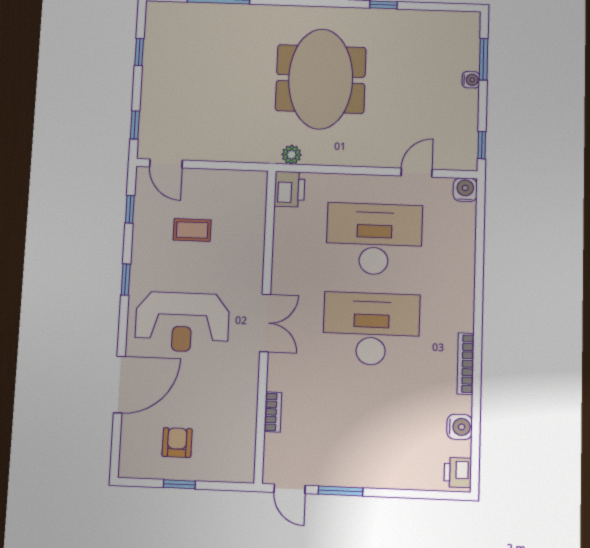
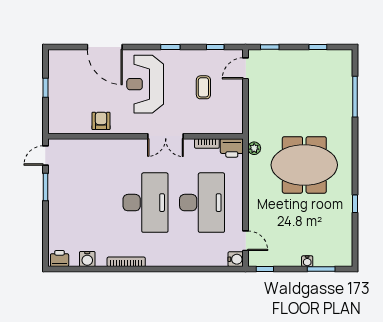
door: (417, 173) -> (246, 241), moved
double door: (265, 323) -> (166, 136), moved
bookcase: (273, 412) -> (207, 143), moved
armchair: (177, 443) -> (101, 121), moved, turned -90

